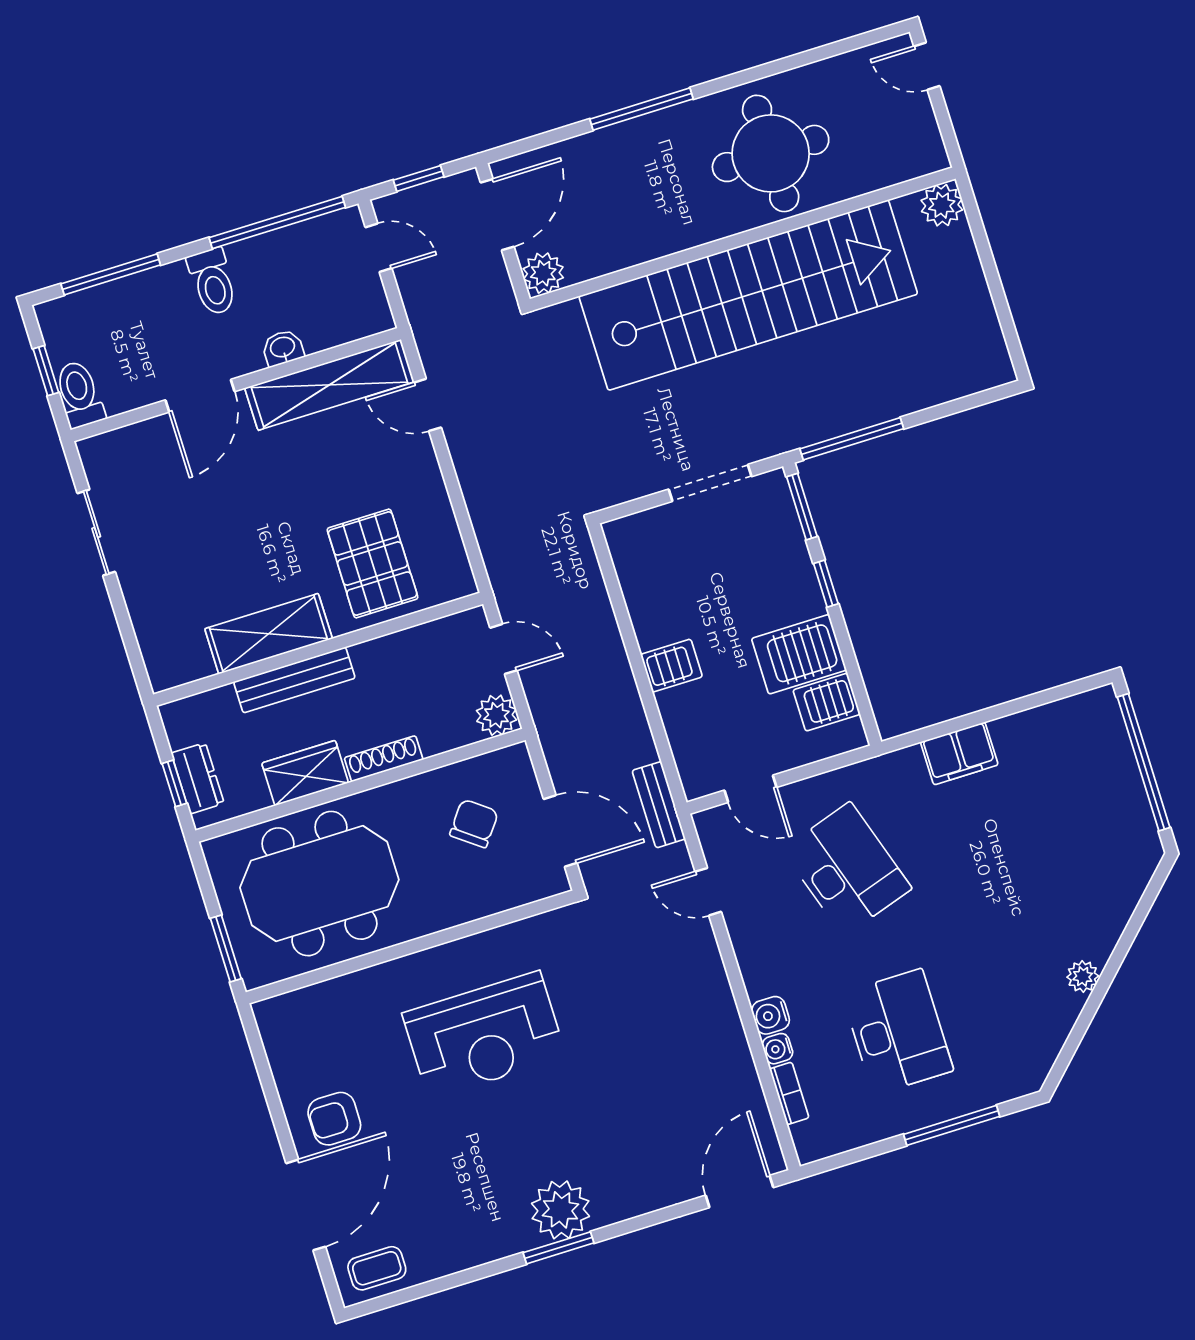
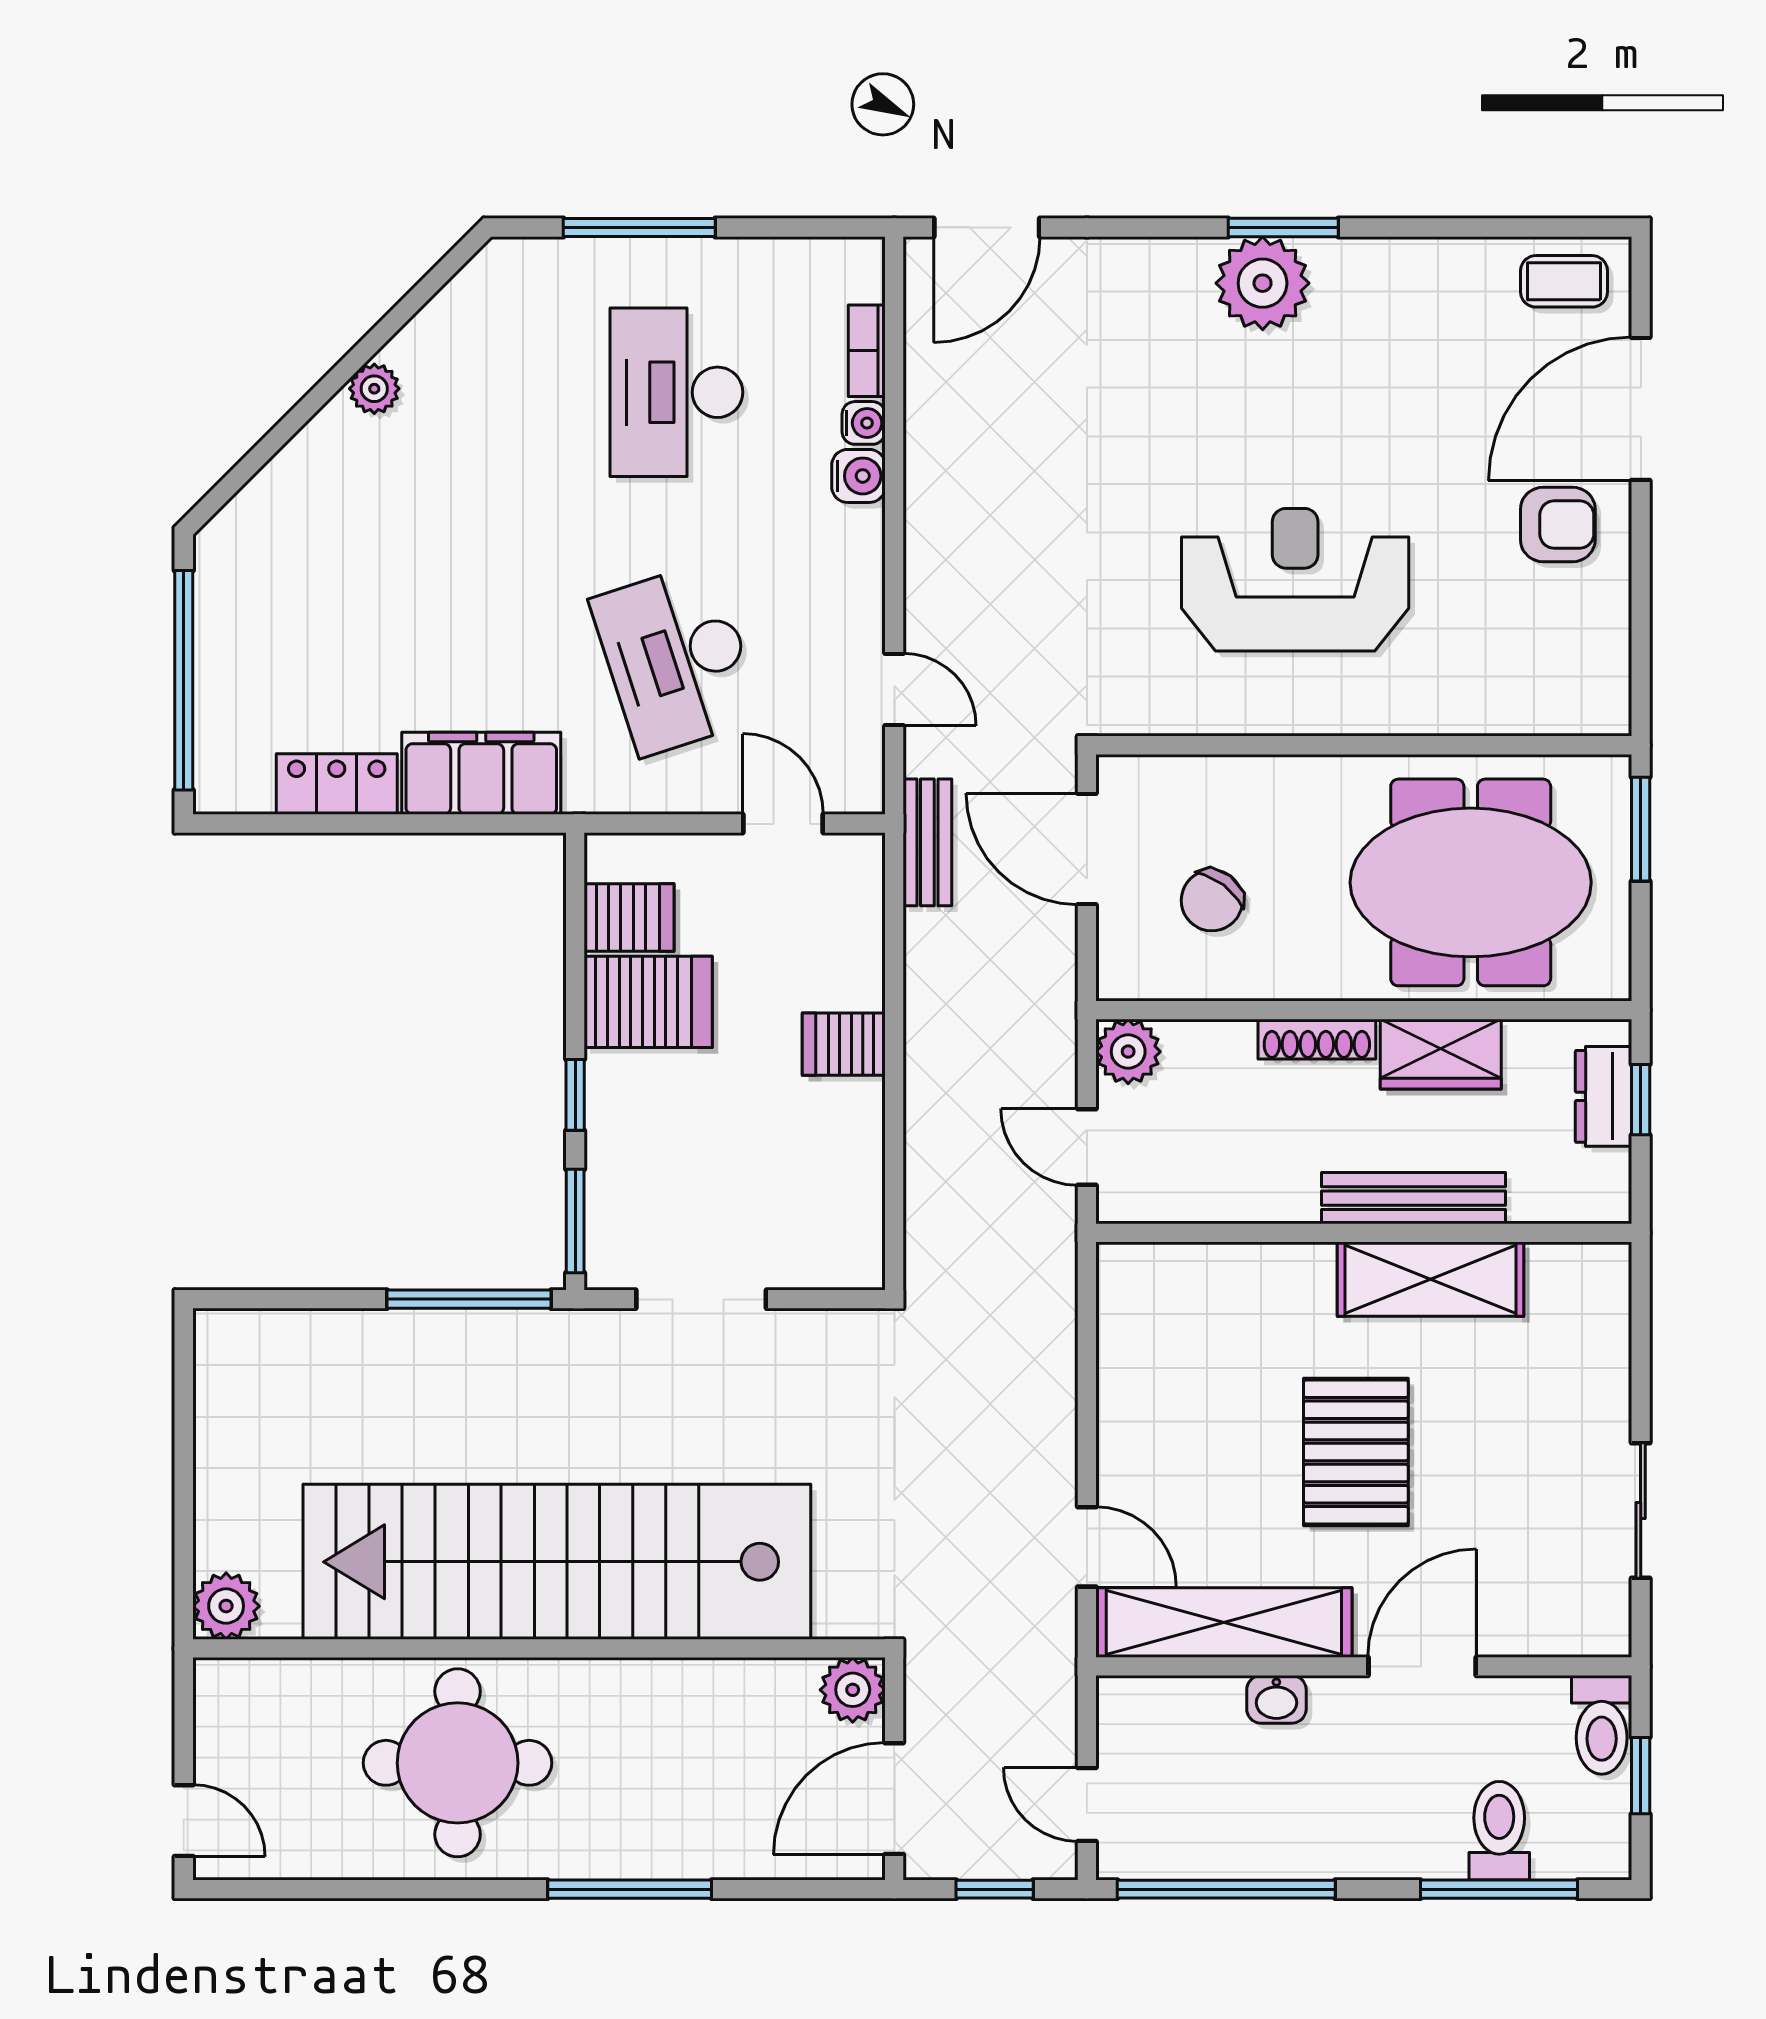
toilet: (213, 282) -> (1499, 1831), moved
pallet: (373, 564) -> (1356, 1452), moved
locker: (1030, 728) -> (337, 784), added
filing cabinet: (959, 753) -> (481, 773), width x1.50, depth x1.17

